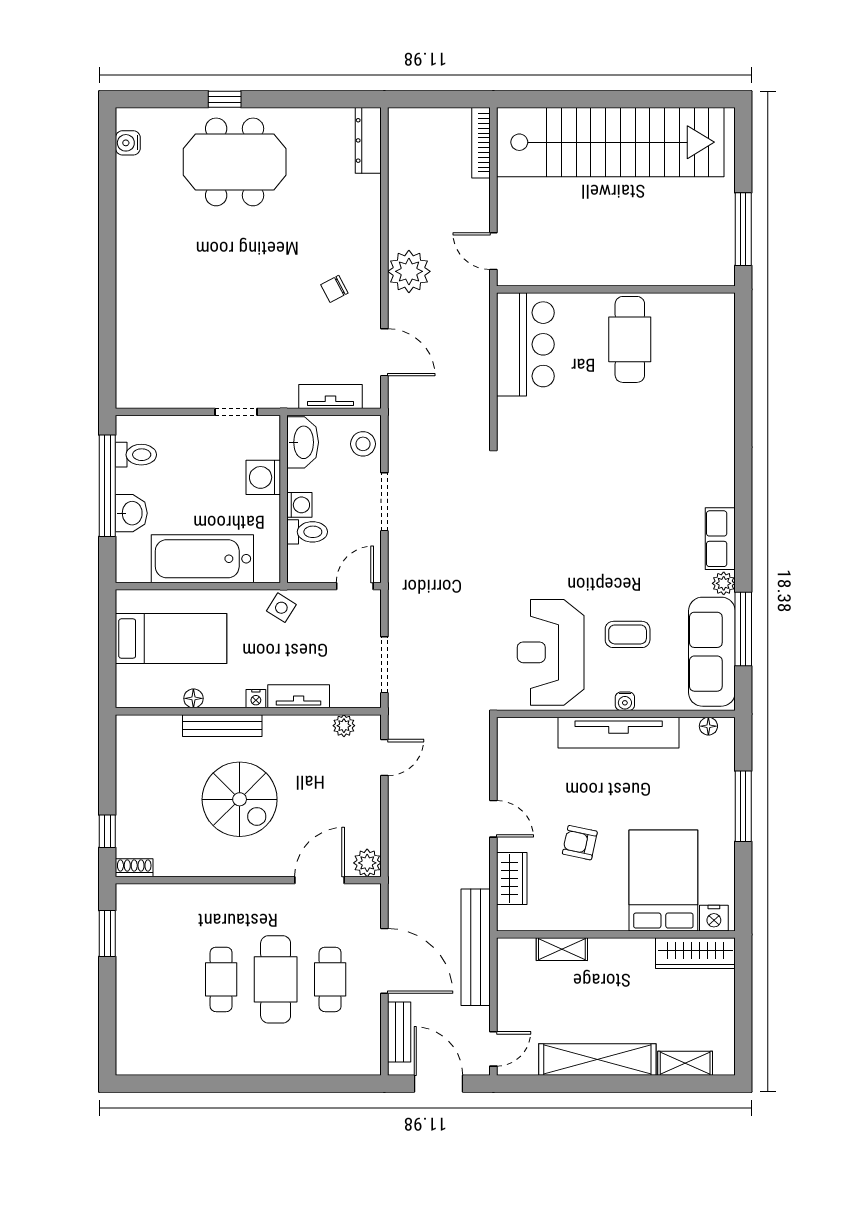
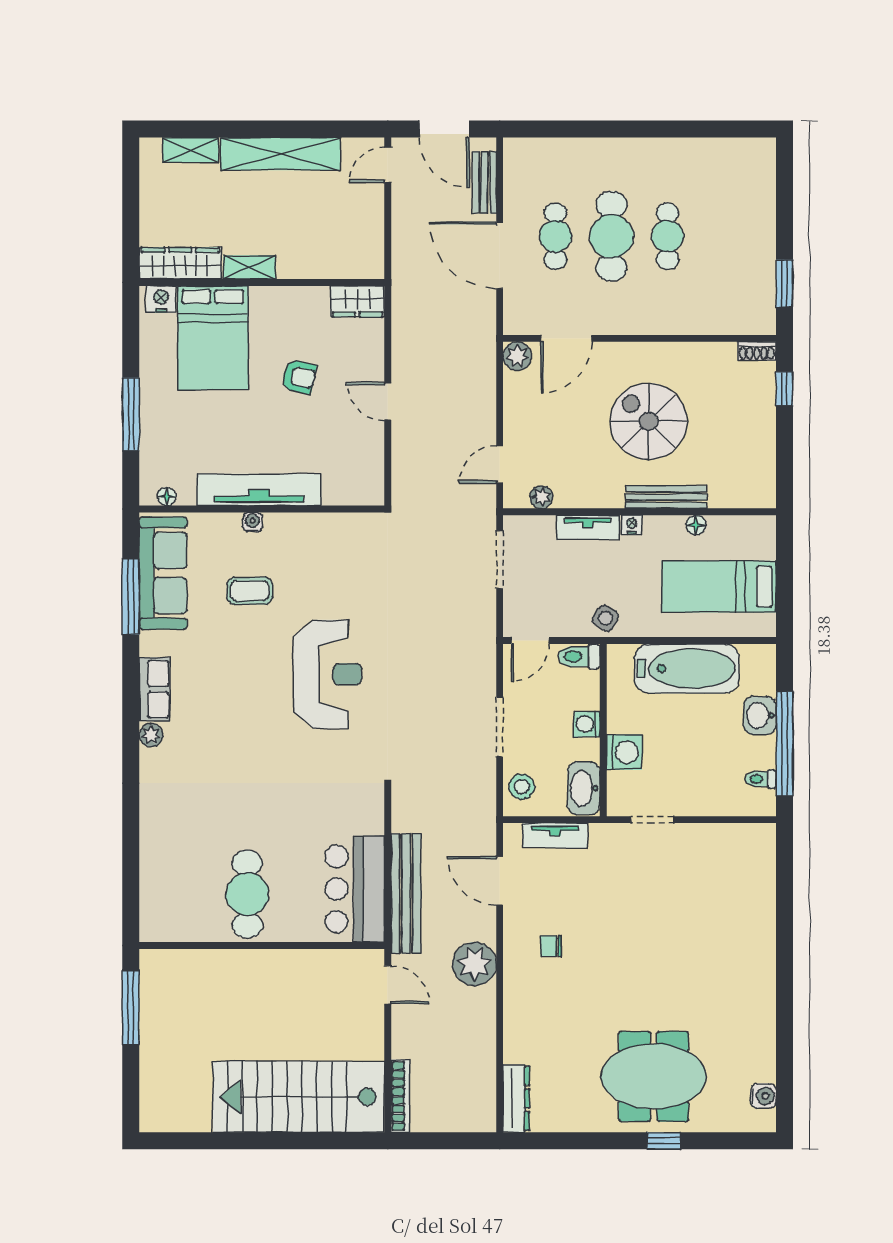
stairs: (610, 142) -> (299, 1097), width x0.73
chair: (334, 289) -> (551, 946), turned -152
toilet: (136, 455) -> (761, 779), width x0.73, depth x0.72
toilet: (307, 532) -> (579, 657), moved
plant: (724, 583) -> (151, 735), moved
reception desk: (551, 652) -> (328, 674), moved
wardrobe: (512, 878) -> (357, 301), moved, turned -90
bench: (476, 947) -> (406, 893), moved
shelving: (562, 949) -> (249, 267), moved

